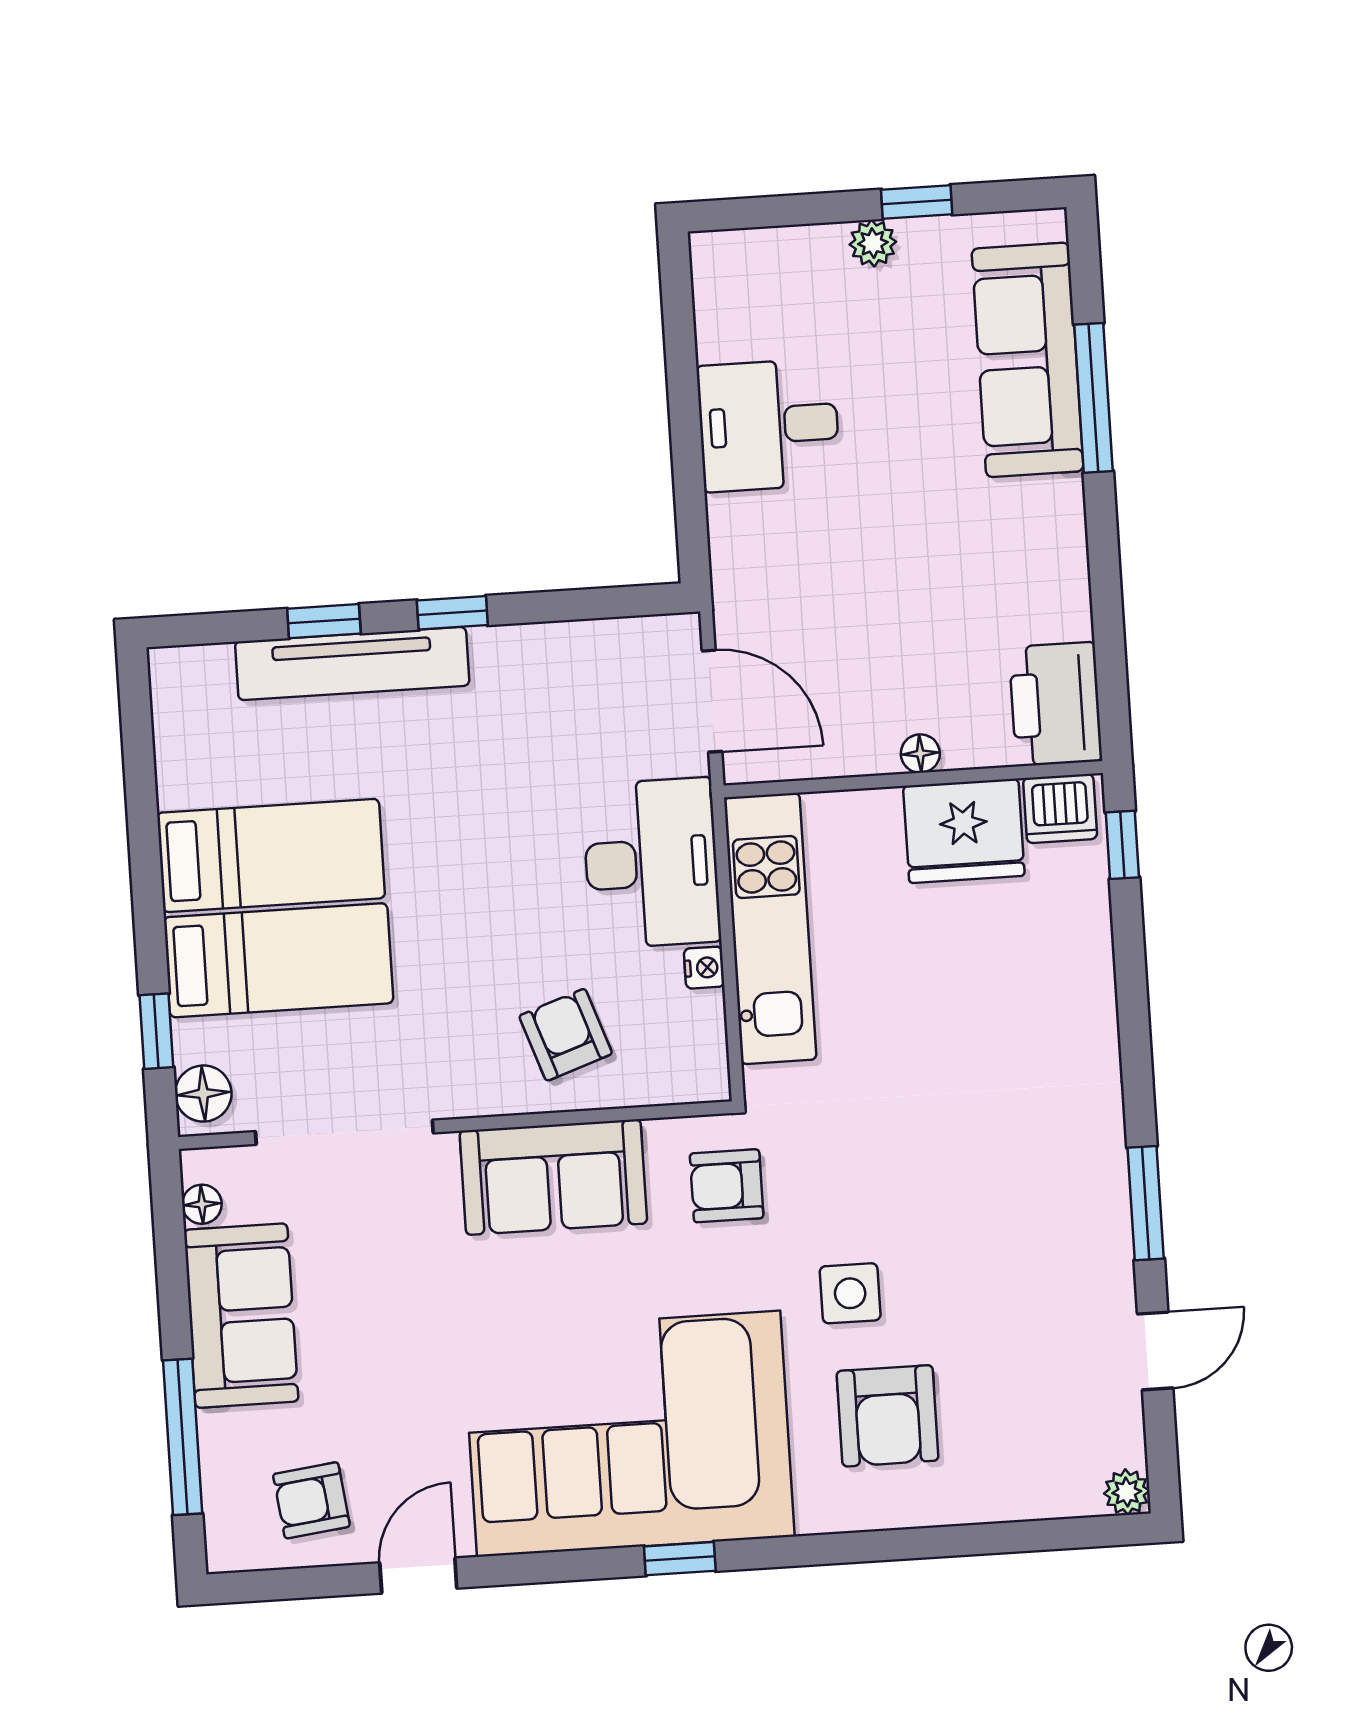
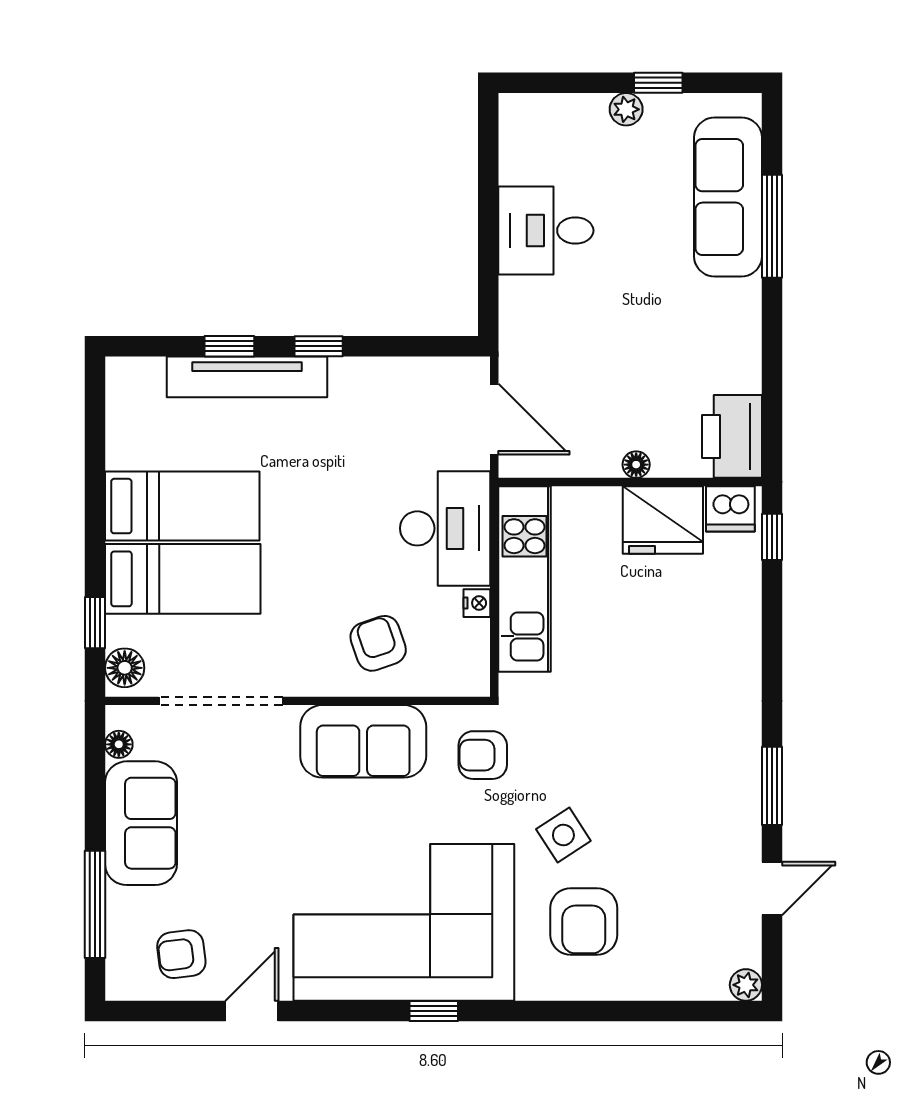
side table: (850, 1293) -> (563, 835), turned -33

